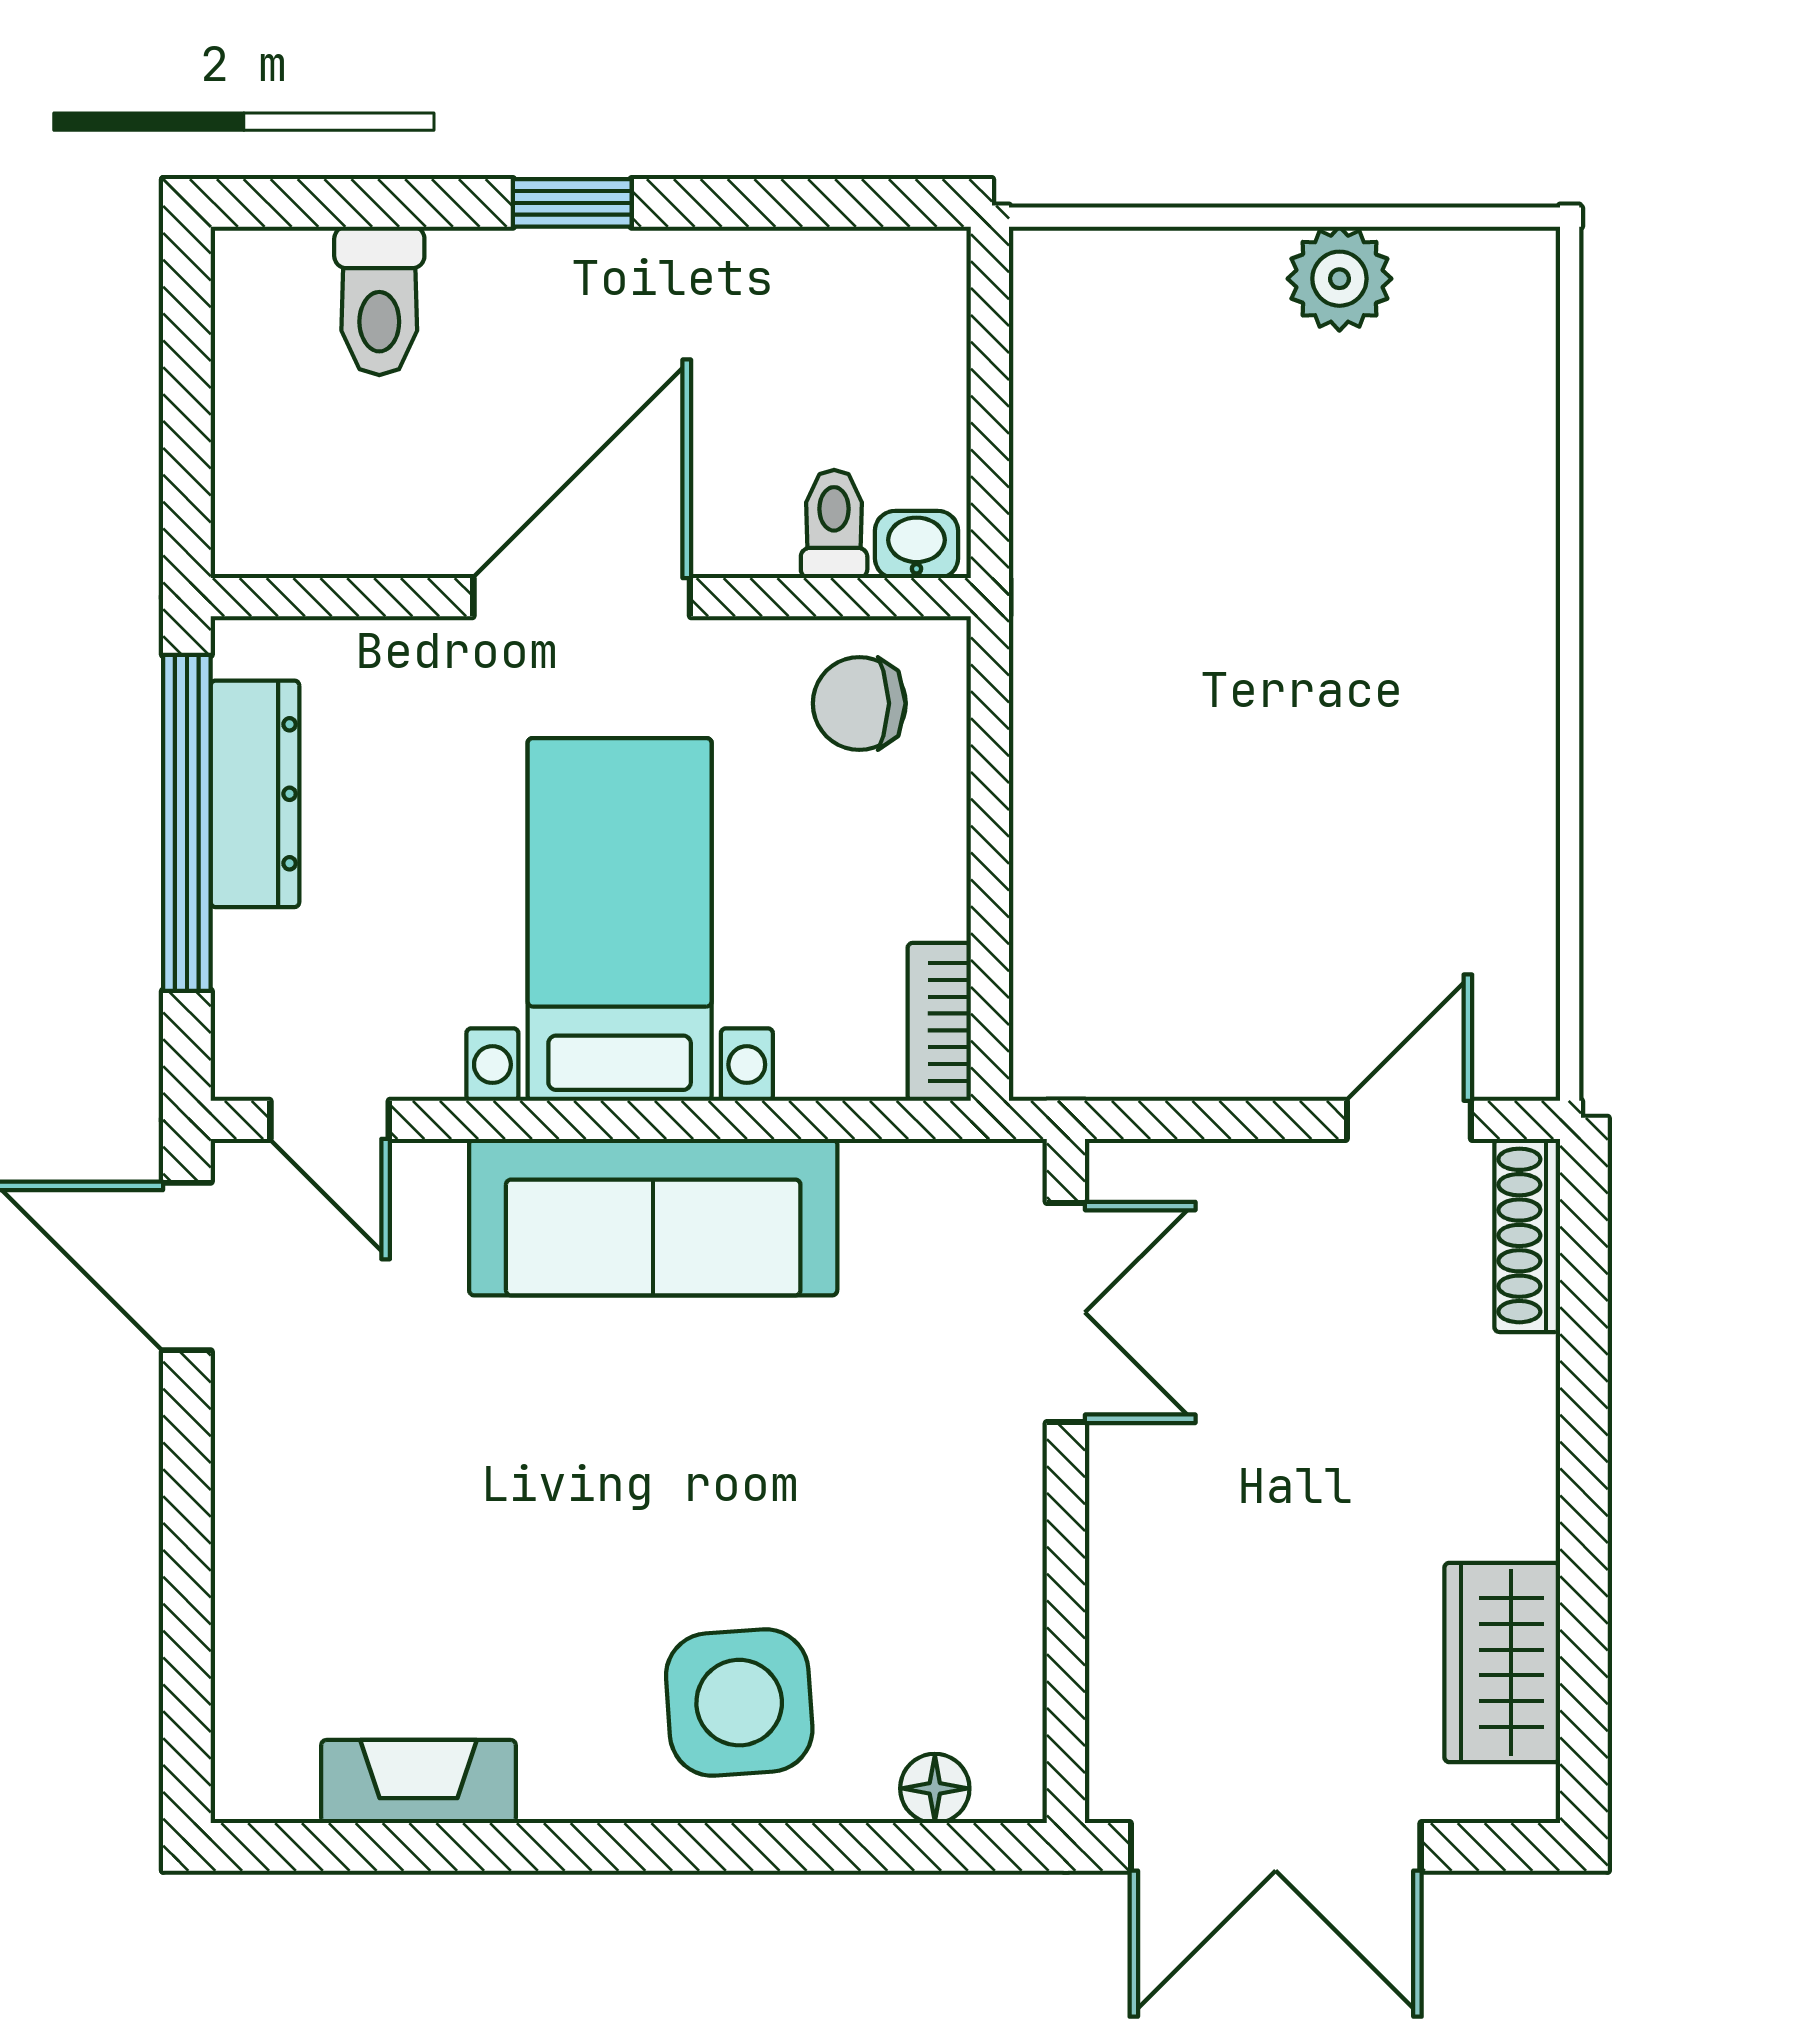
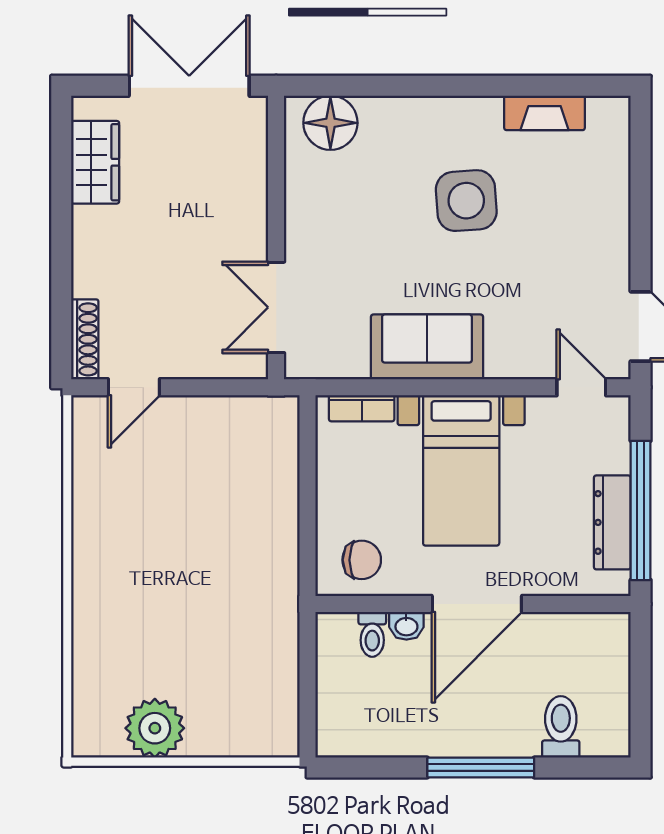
window: (572, 203) -> (481, 767), width x2.17
plant: (1339, 279) -> (155, 728), width x1.36, depth x1.36
washbasin: (916, 545) -> (406, 626), moved
bookcase: (939, 1022) -> (362, 408), moved, turned 90
sofa: (653, 1217) -> (427, 347), width x0.73
side table: (739, 1703) -> (466, 201), moved
floor lamp: (935, 1788) -> (330, 123), width x1.89, depth x1.89

